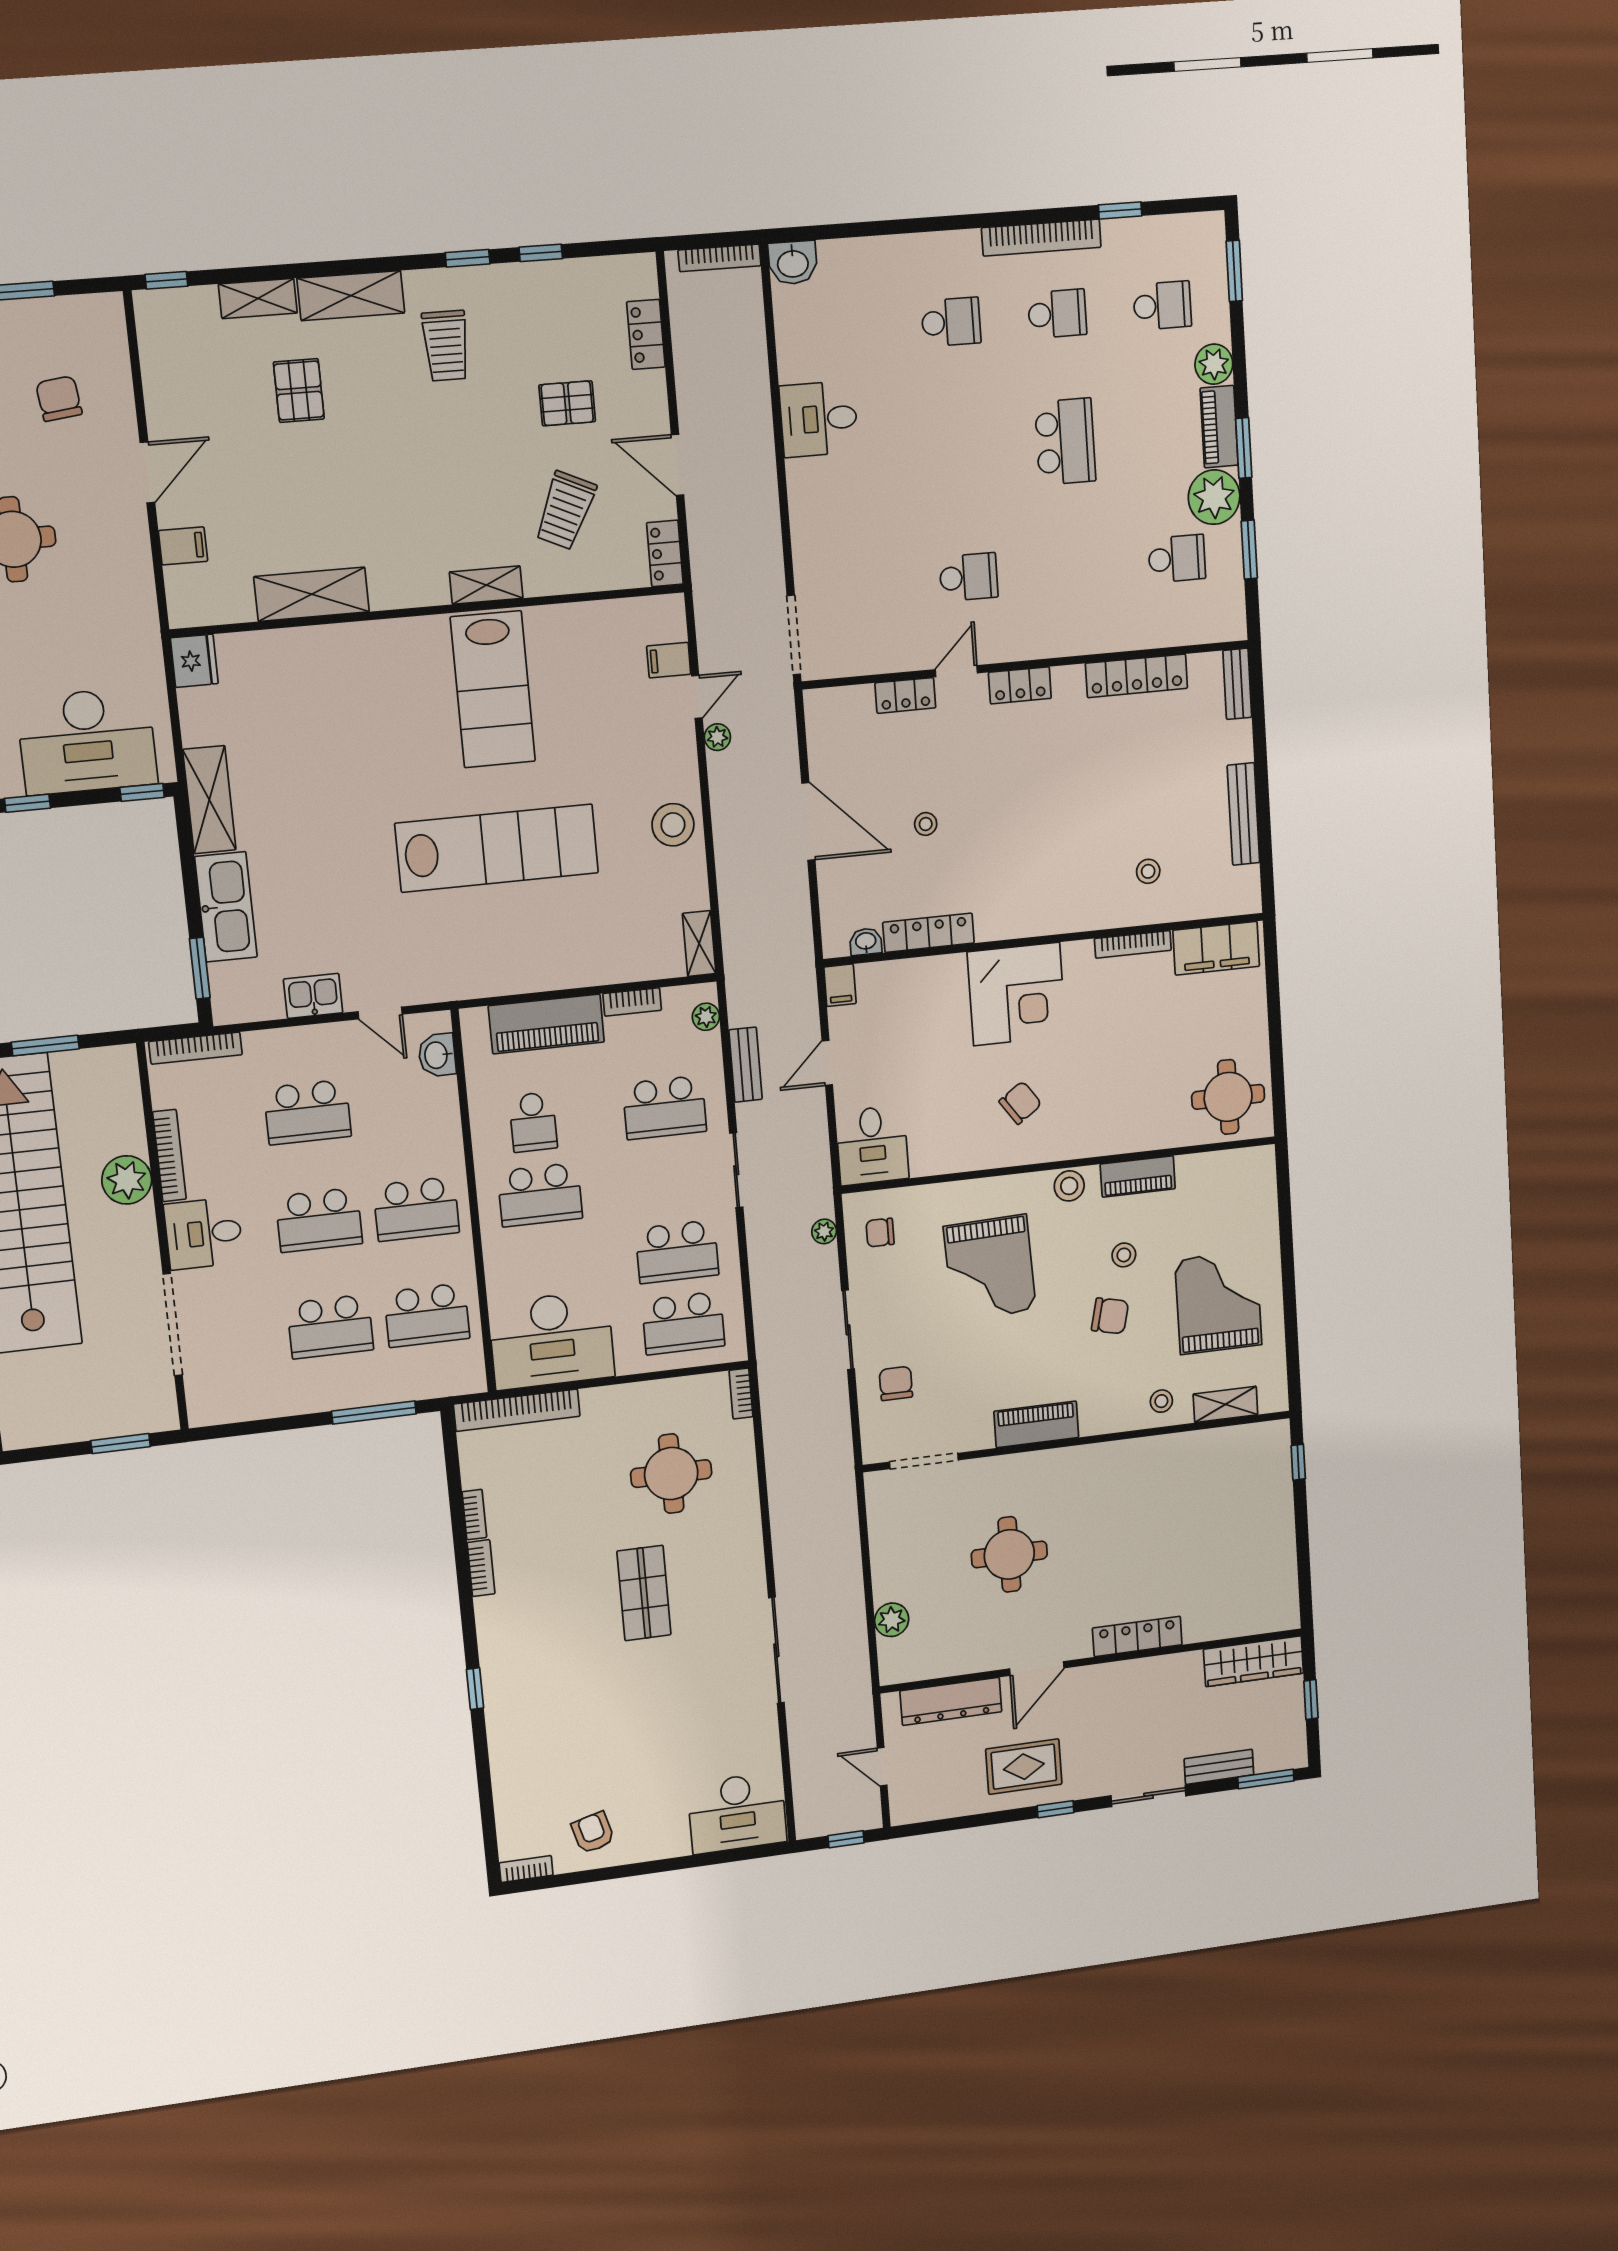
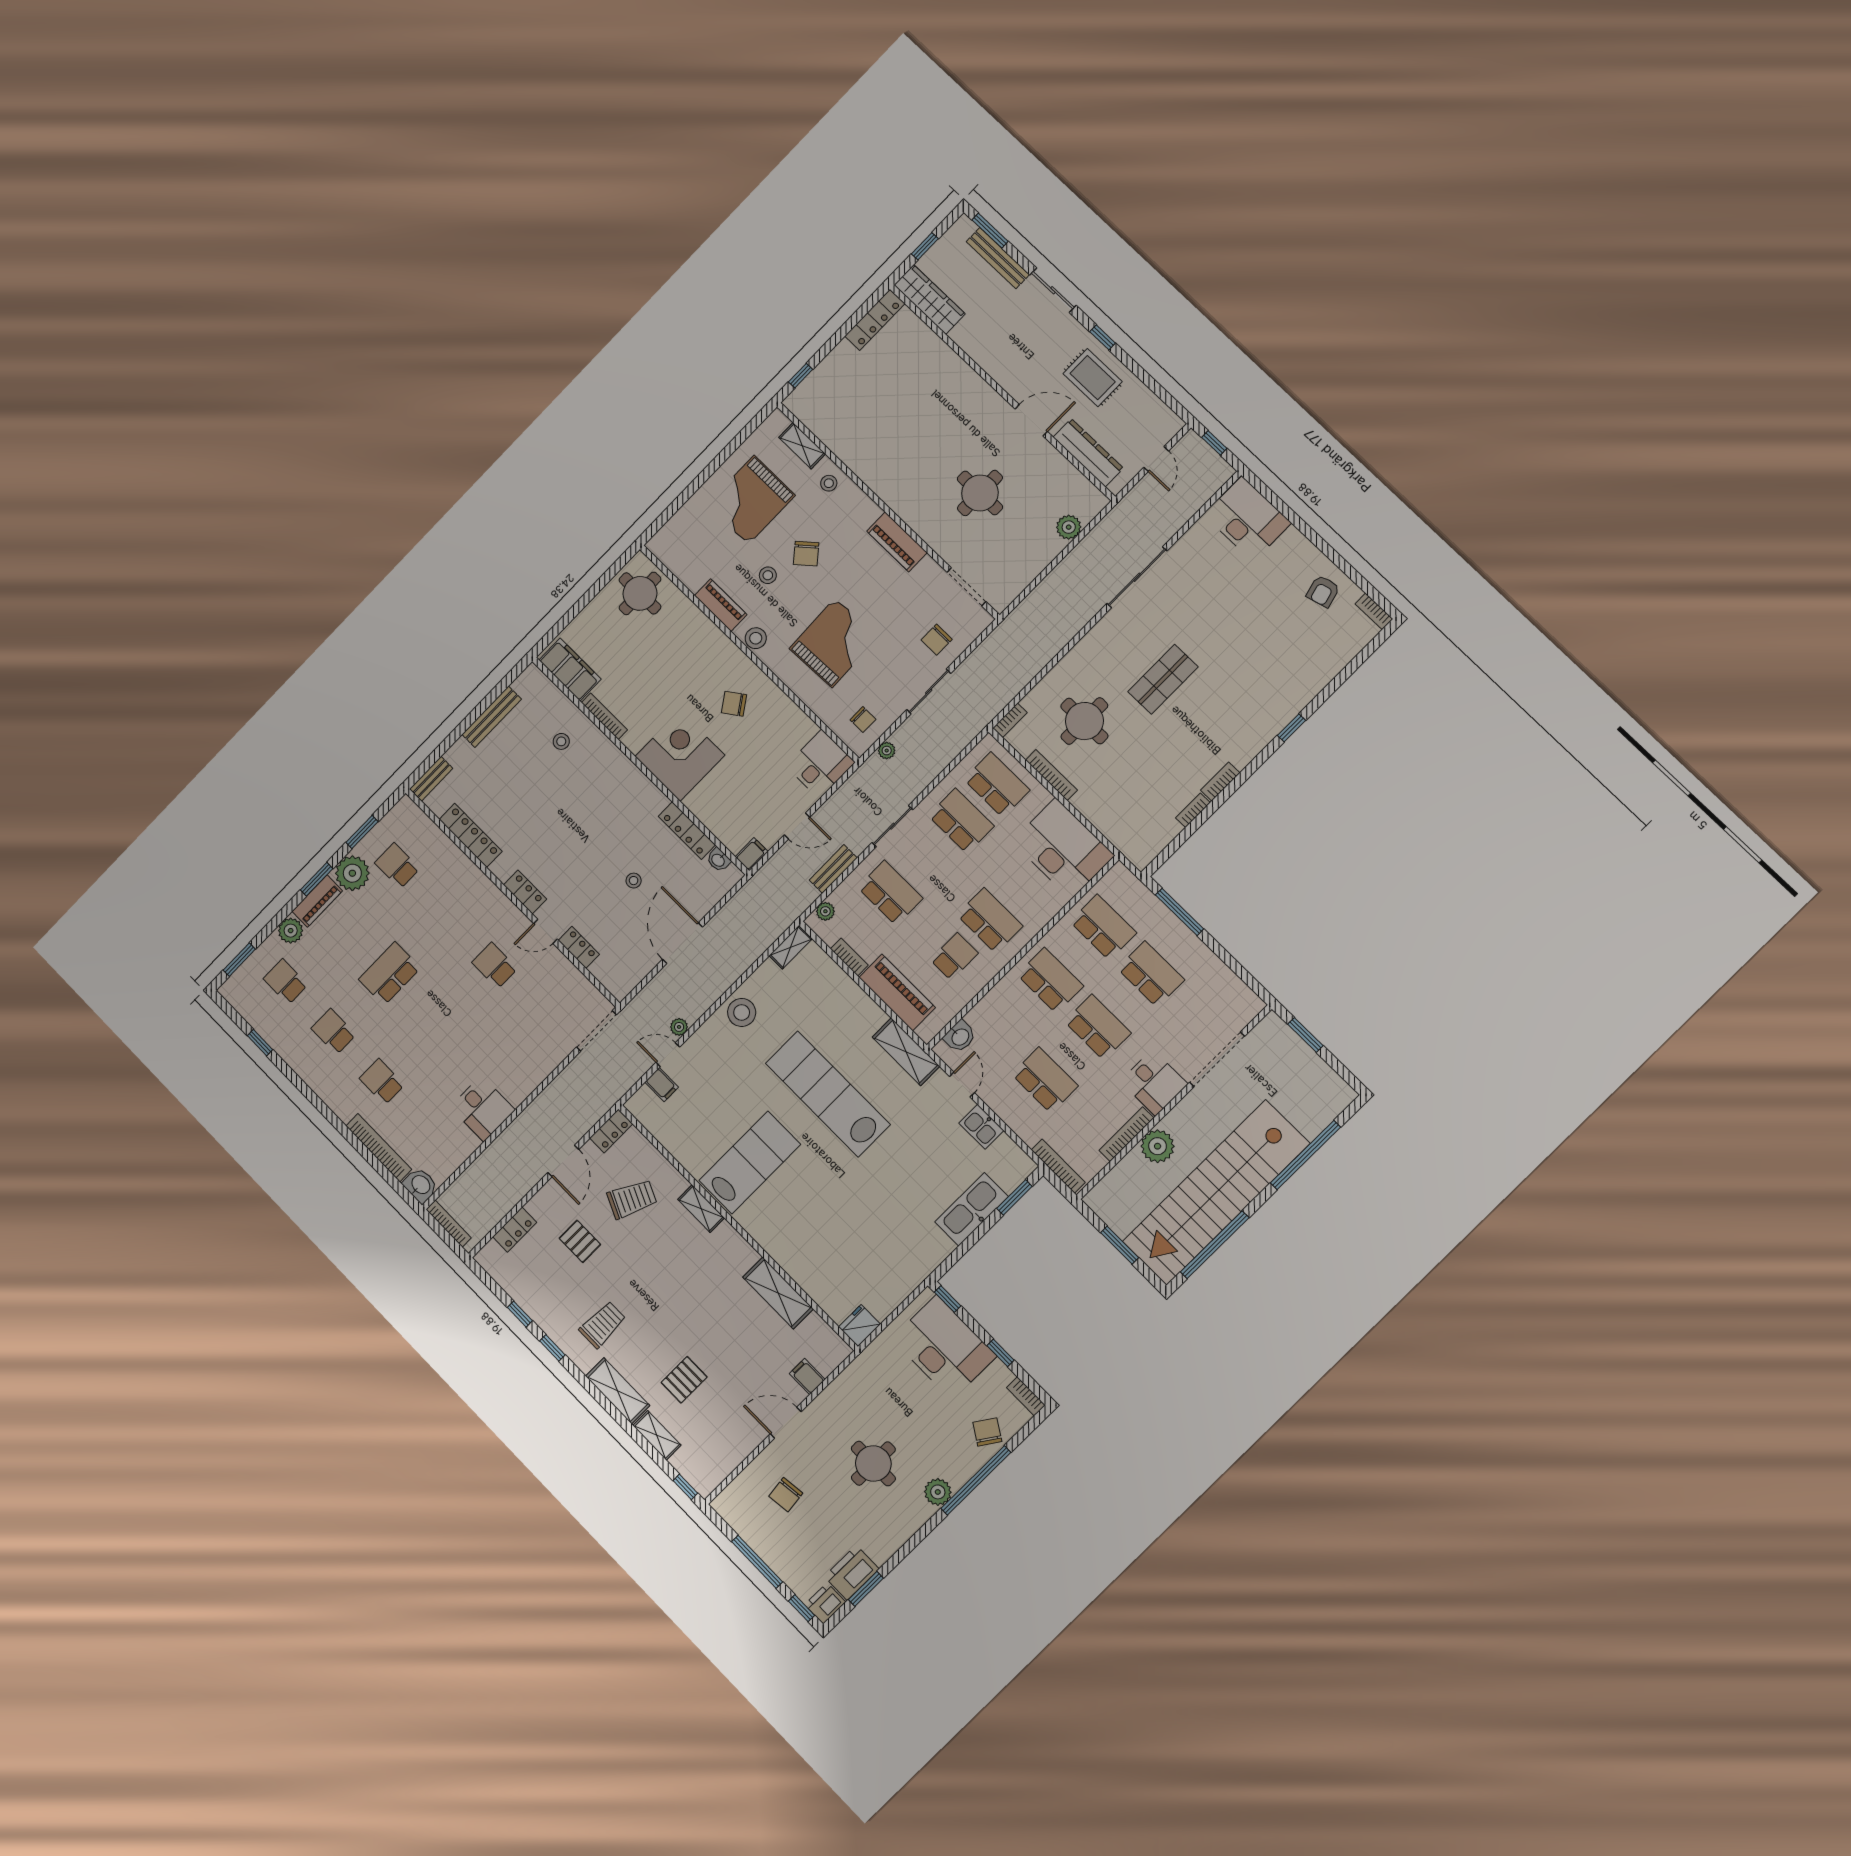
bookcase: (1041, 238) -> (379, 1148), moved
shelving: (209, 800) -> (906, 1052), moved, turned 90
chair: (1110, 1316) -> (806, 554), turned -143
bookcase: (517, 1410) -> (1051, 775), moved, width x0.68, depth x0.76
locker: (1137, 1636) -> (875, 320), moved, turned -90
bench: (1219, 1767) -> (998, 258), width x1.36

